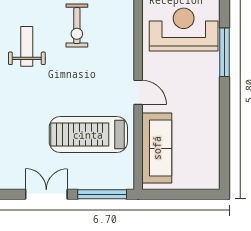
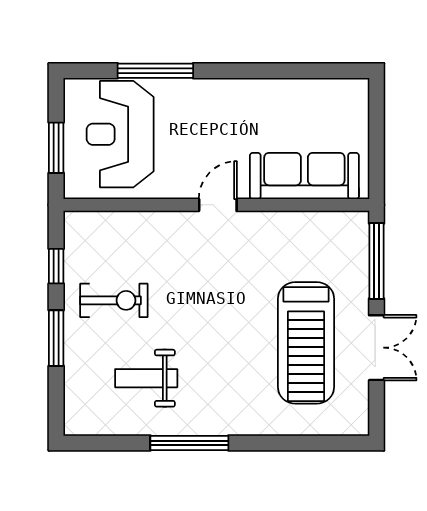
treadmill: (88, 135) -> (306, 343), moved
double door: (46, 194) -> (376, 348), swing flipped

